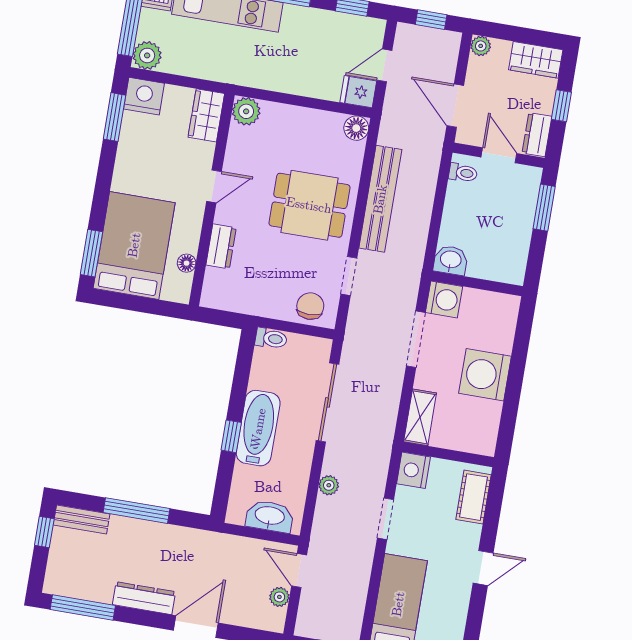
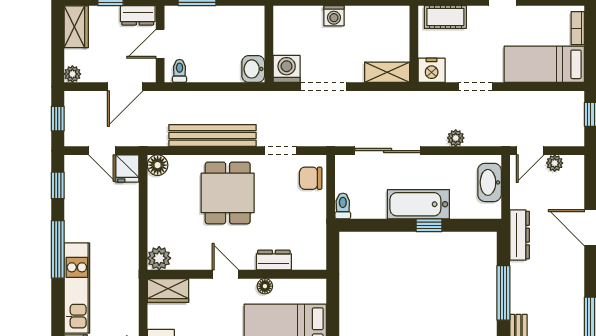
floor lamp: (187, 263) -> (265, 286), moved
washing machine: (485, 375) -> (334, 16), width x0.53, depth x0.53
dresser: (144, 598) -> (520, 235), moved, turned 180

